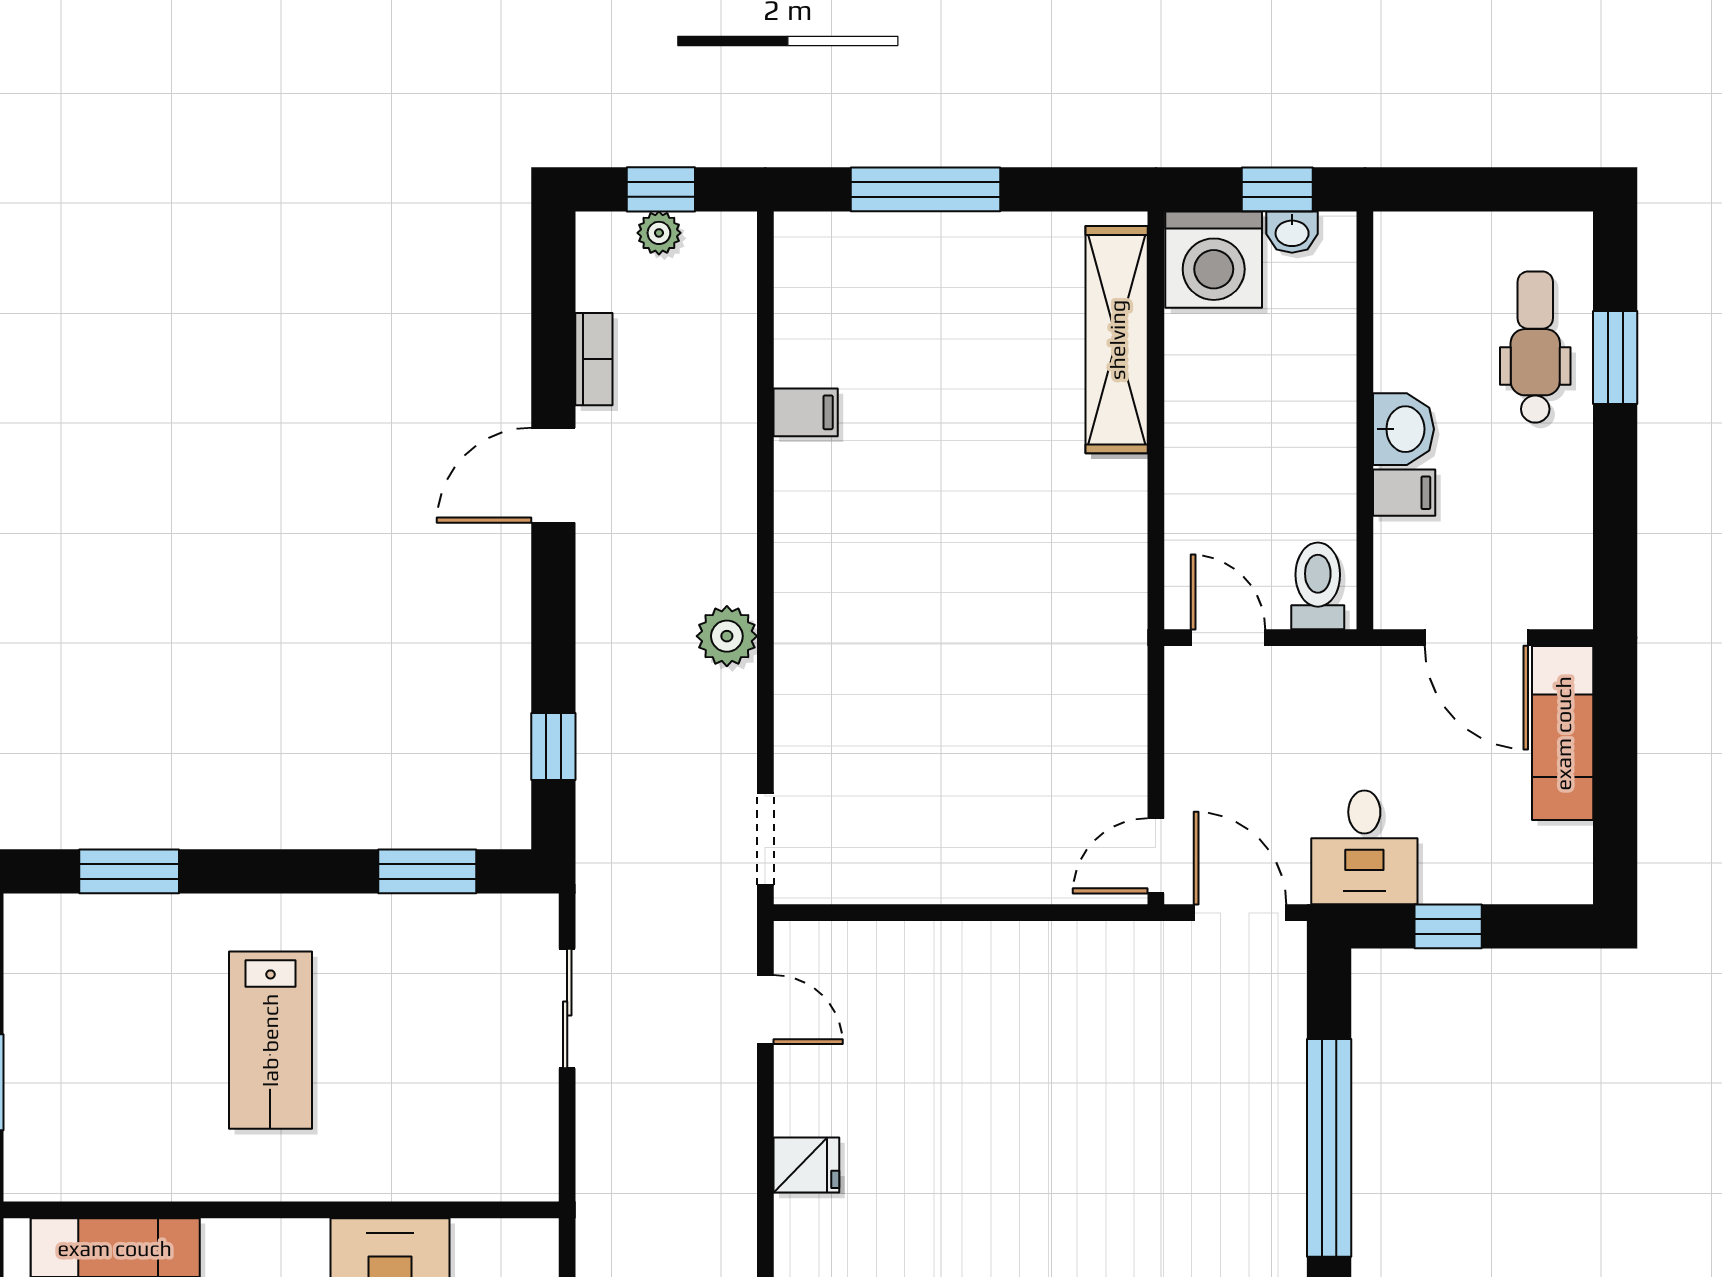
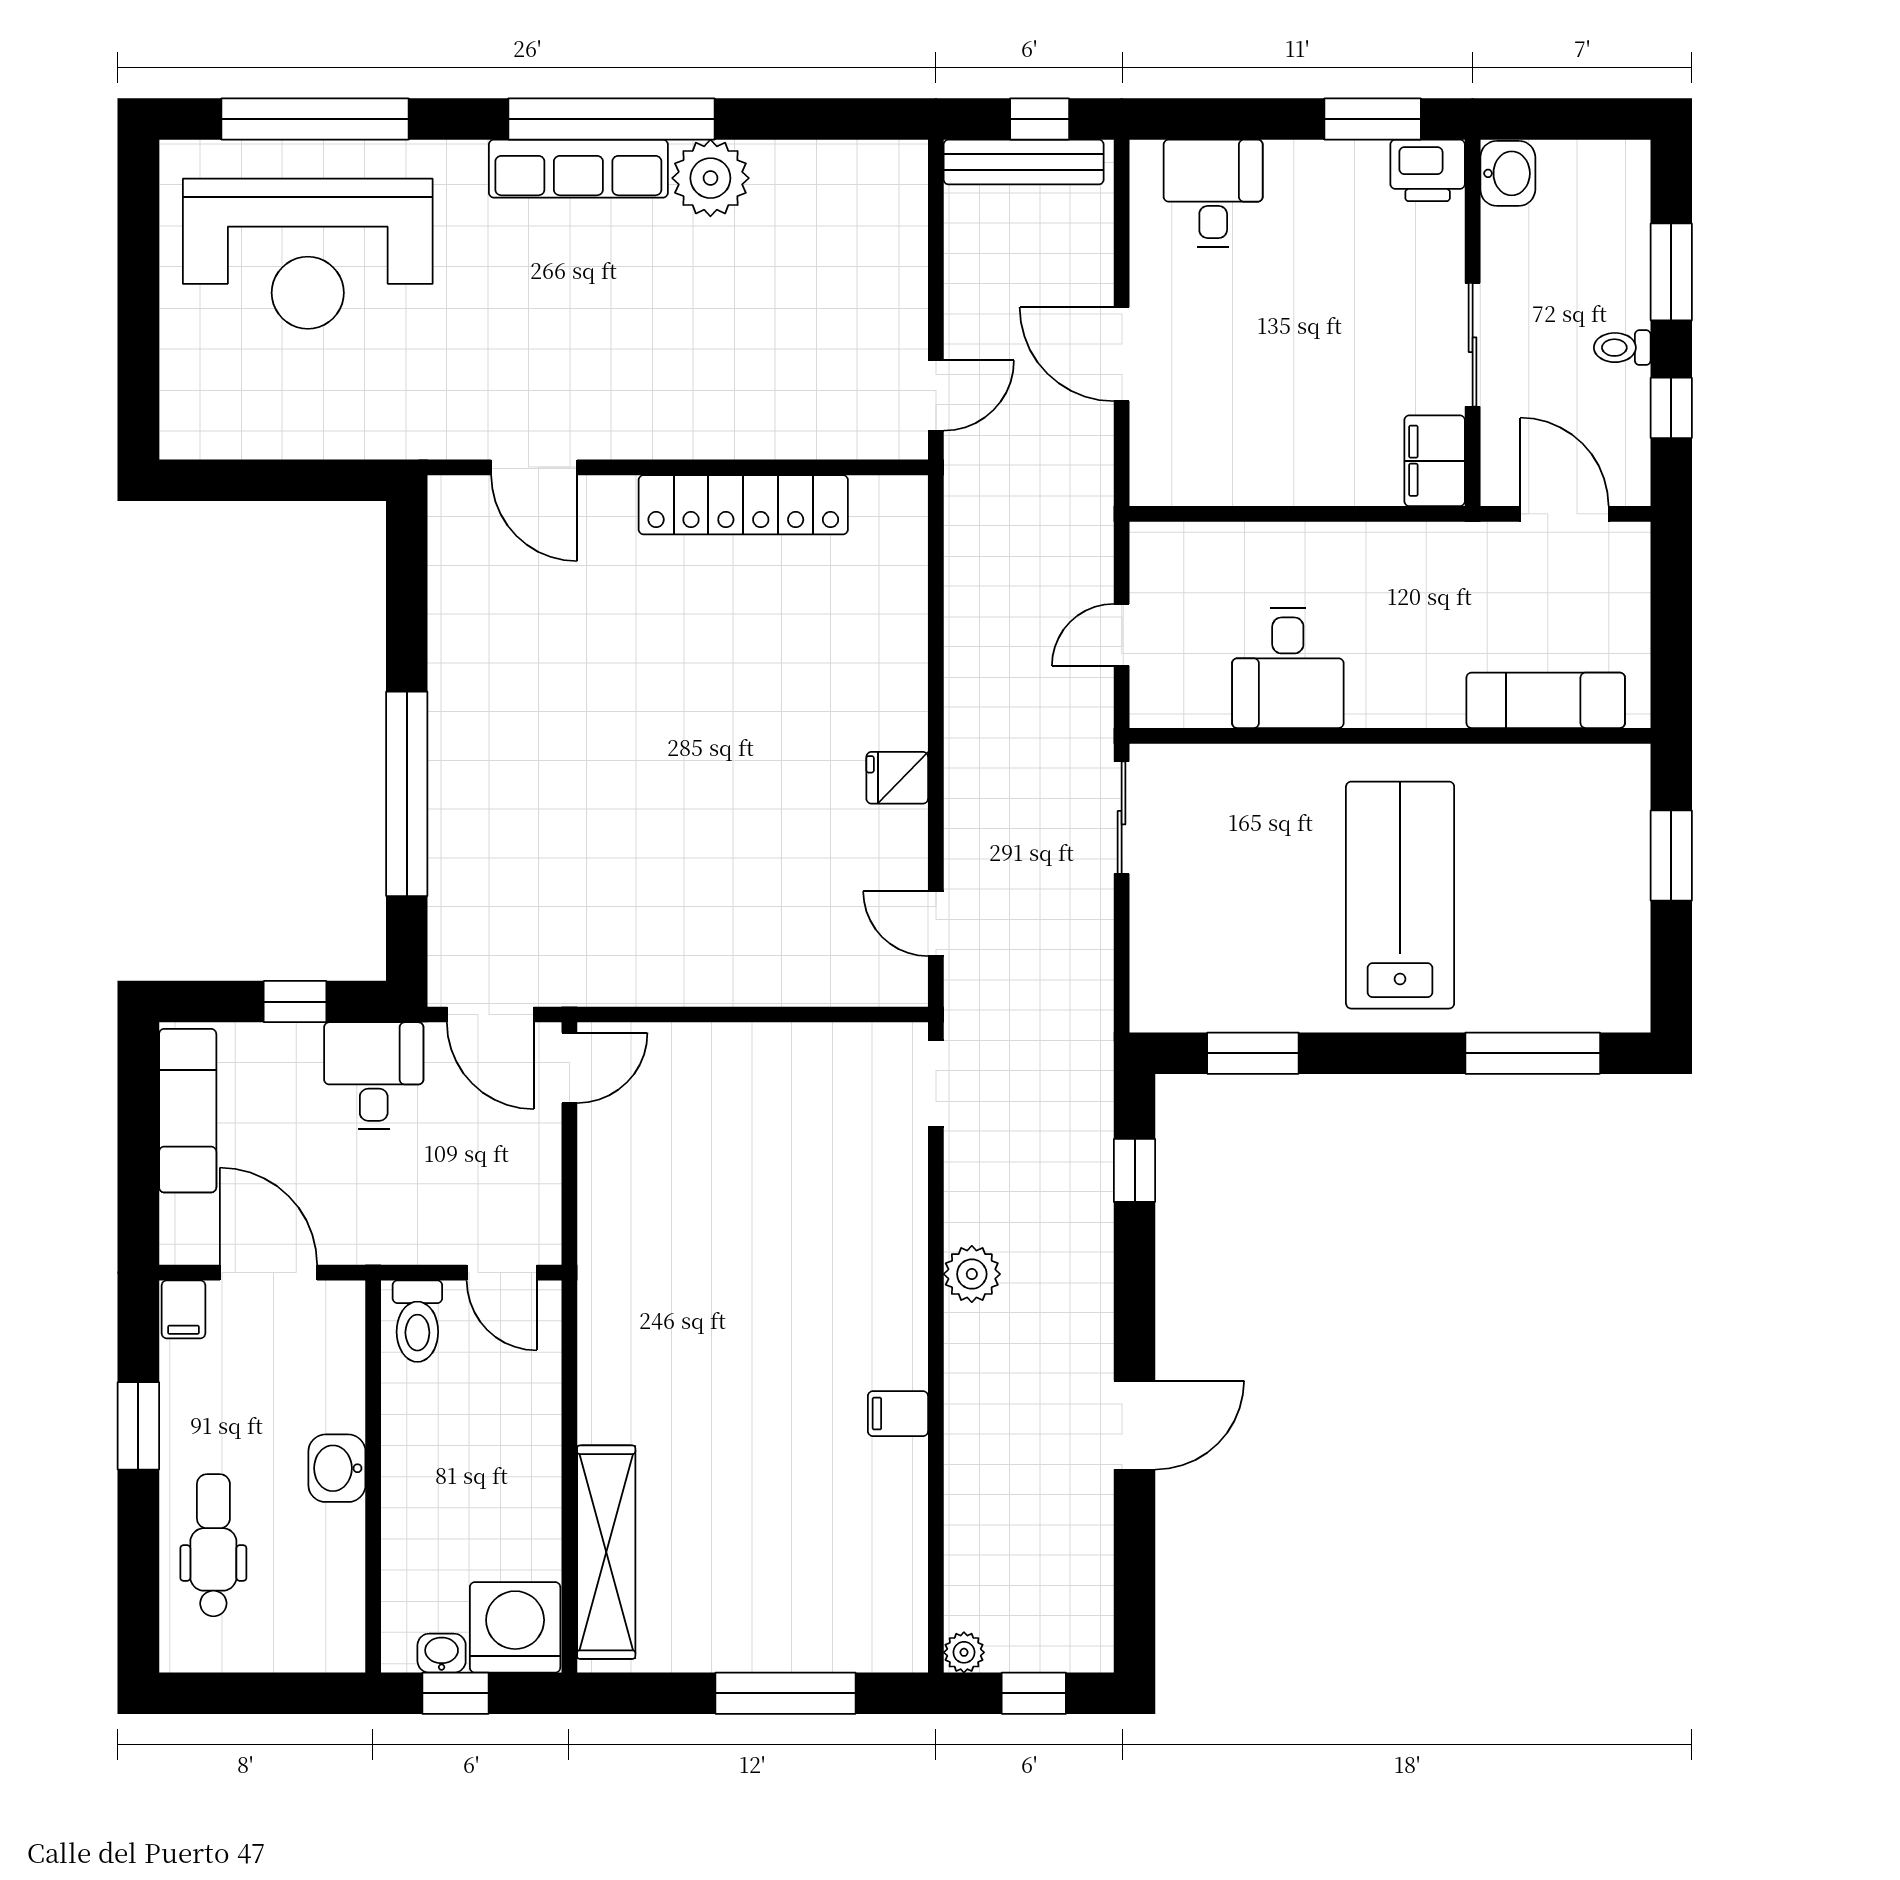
plant: (659, 233) -> (964, 1652), moved
dental chair: (1535, 347) -> (213, 1545), turned 180
window: (1615, 358) -> (138, 1426), moved
bookcase: (594, 359) -> (1097, 1534), removed
filing cabinet: (806, 412) -> (898, 1414), moved
filing cabinet: (1404, 493) -> (183, 1309), moved, turned -90
exam couch: (1563, 733) -> (188, 1111), moved
window: (129, 871) -> (1533, 1053), width x1.44
sliding door: (567, 1008) -> (1122, 818), moved
lab bench: (270, 1040) -> (1400, 895), width x1.36, depth x1.39

